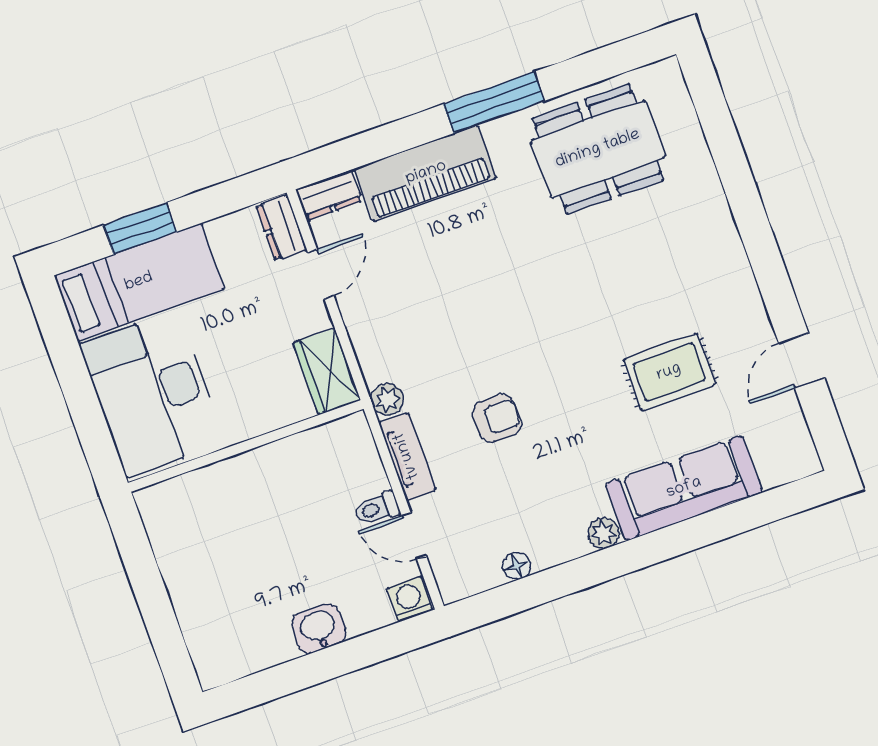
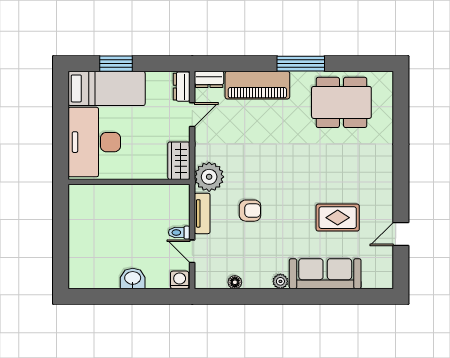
plant: (387, 399) -> (209, 177), width x1.88, depth x1.88

